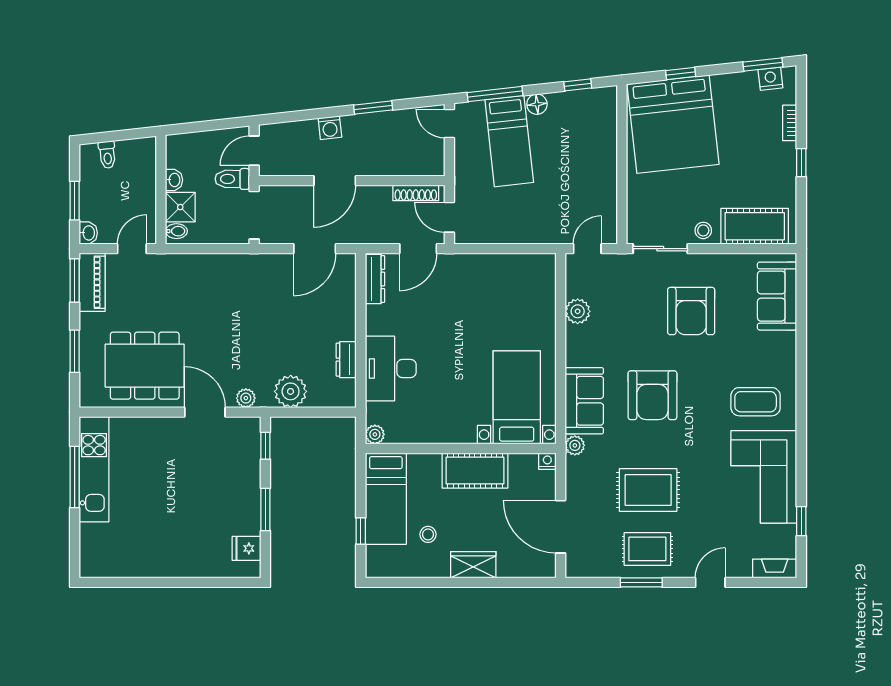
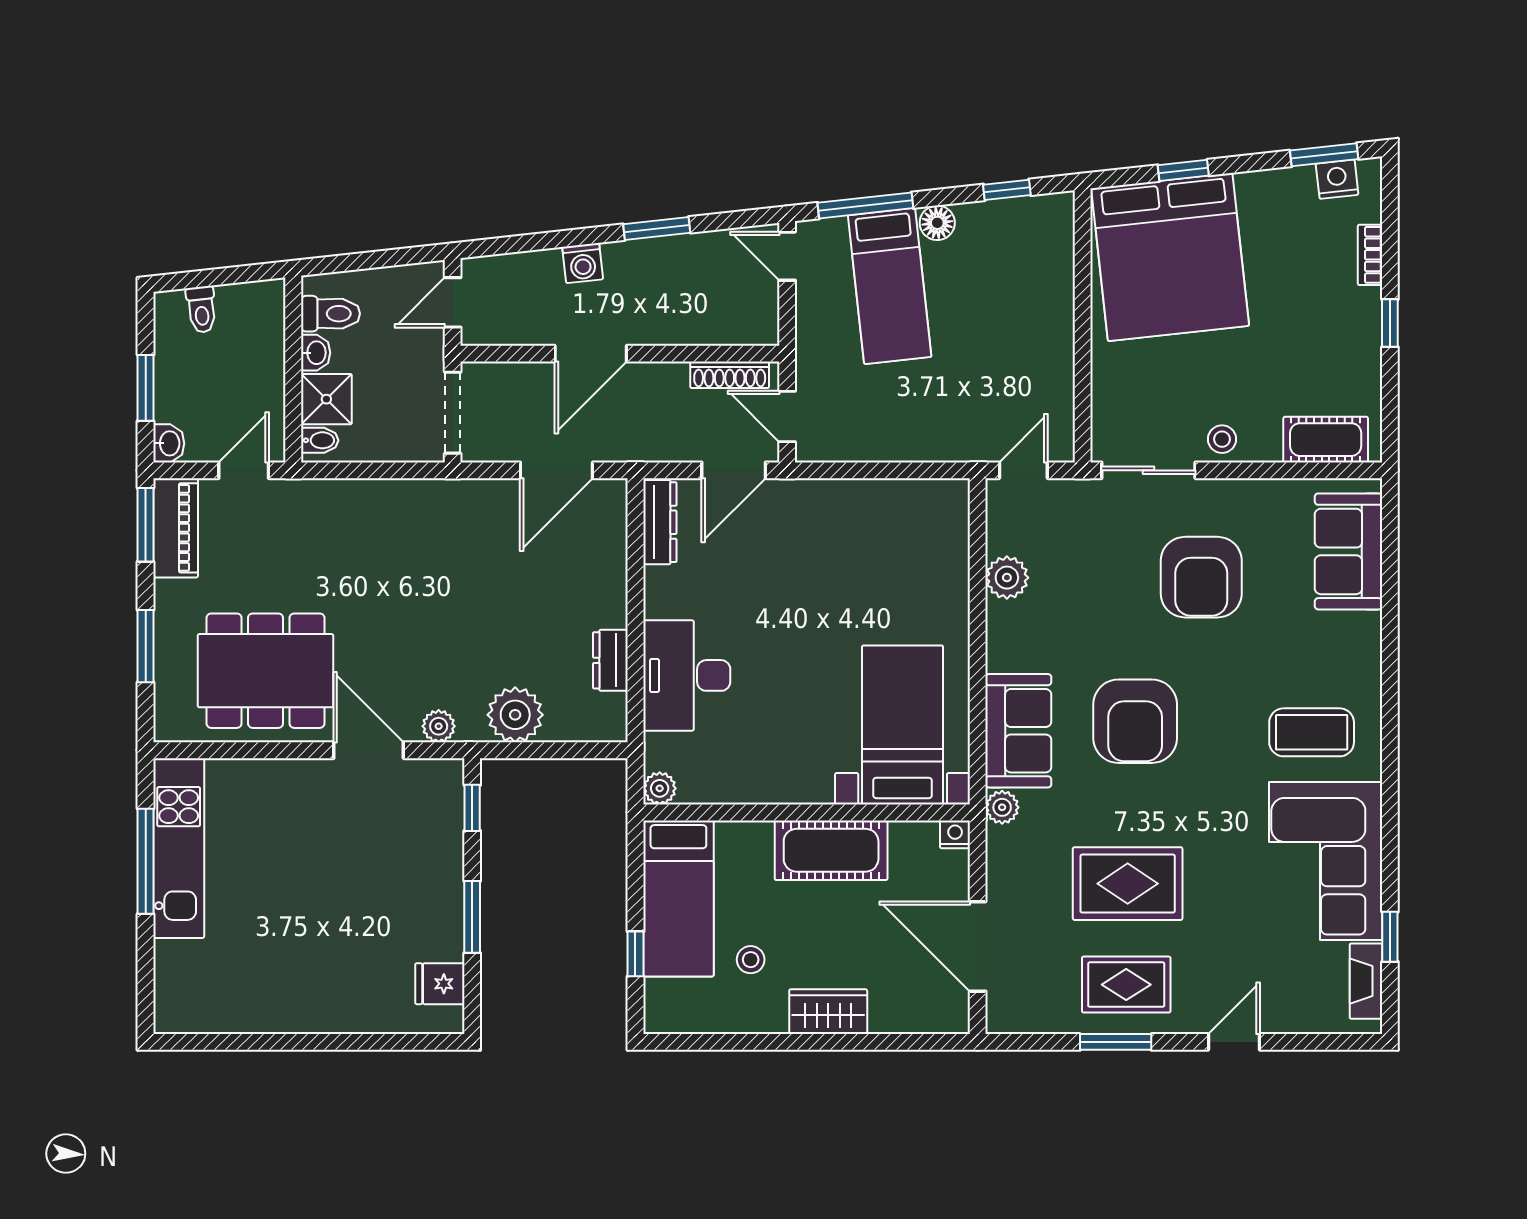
toilet: (232, 179) -> (331, 314), moved, turned 180
cot: (755, 226) -> (1326, 440), width x0.73, depth x0.75
fireplace: (775, 568) -> (1366, 981), moved, turned -90

